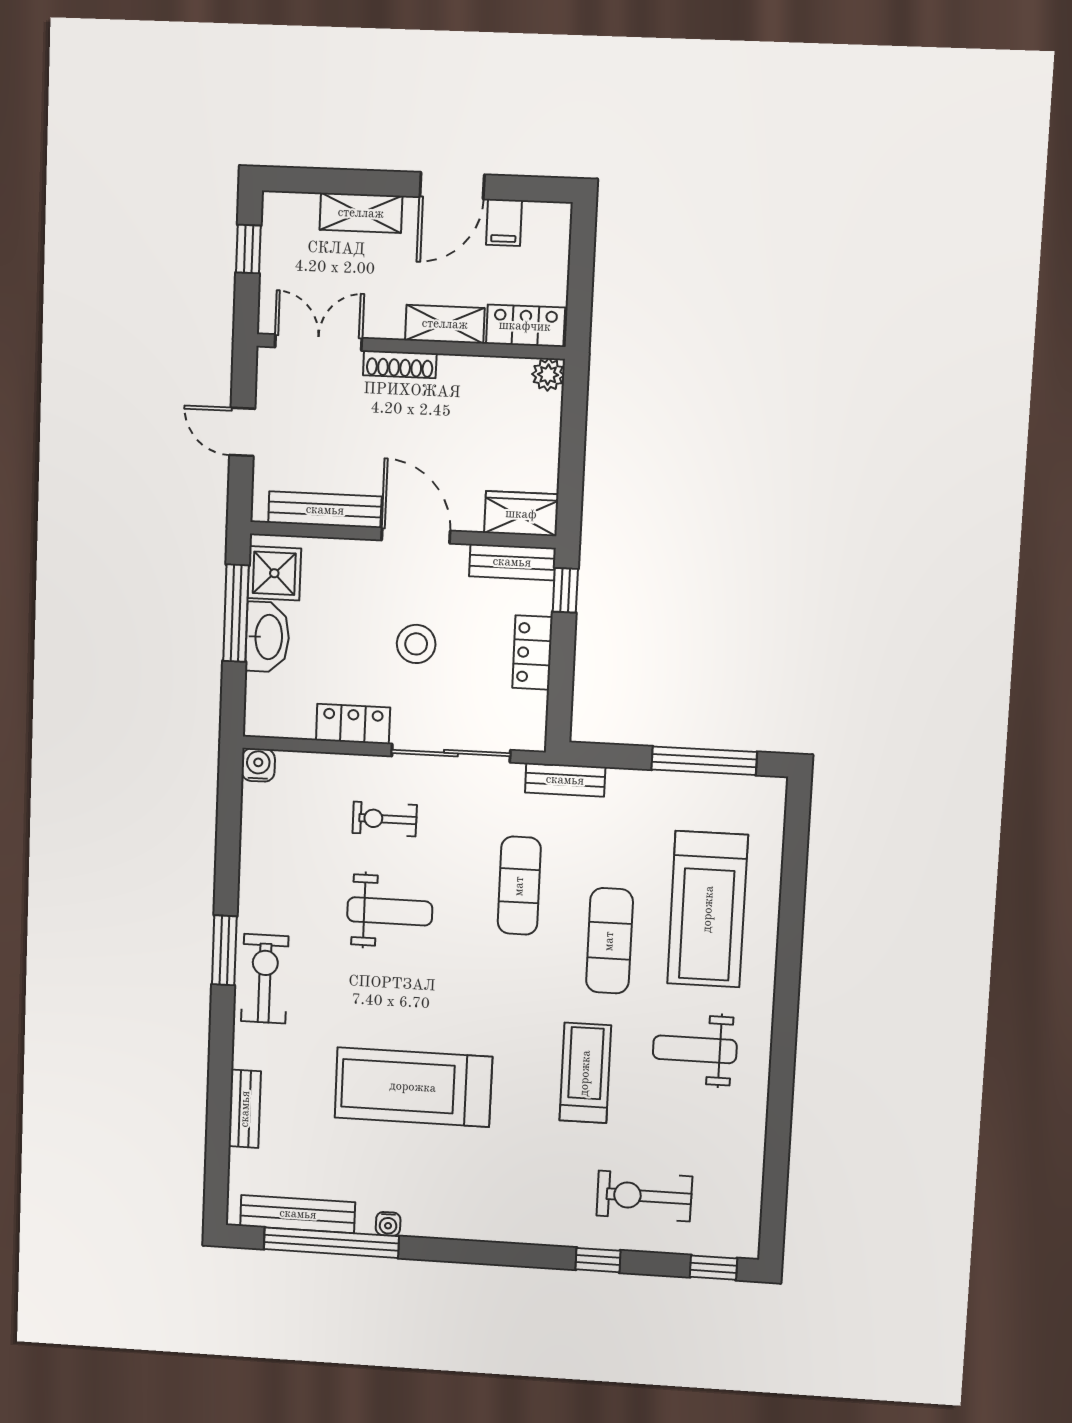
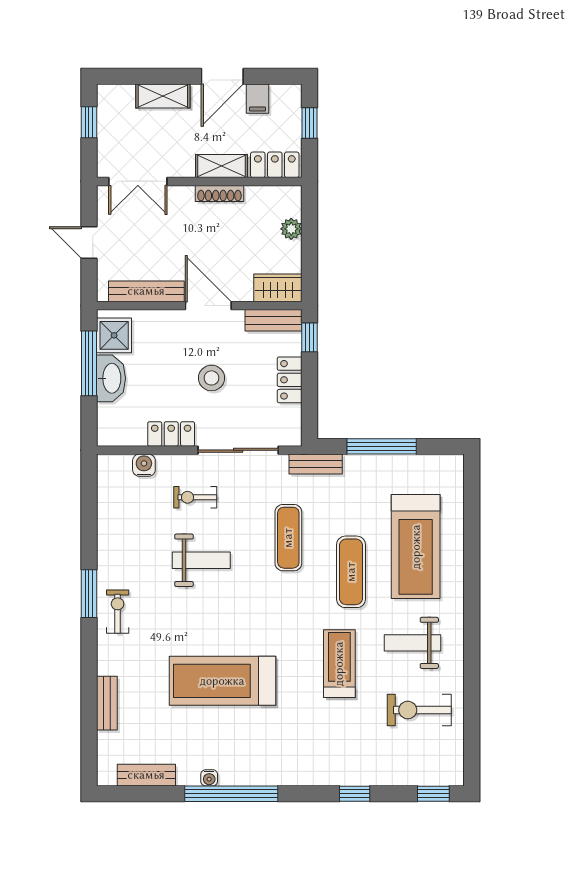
window: (581, 263) -> (310, 123), added
double door: (318, 343) -> (138, 181), swing flipped
shoe rack: (400, 364) -> (219, 193), moved
plant: (548, 375) -> (291, 229), moved
window: (704, 761) -> (382, 446), moved
water cooler: (258, 765) -> (144, 465), moved
exercise bike: (265, 979) -> (118, 612), width x0.73, depth x0.72
exercise bike: (644, 1196) -> (419, 710), moved
bench: (298, 1214) -> (146, 775), width x0.73
window: (331, 1243) -> (231, 794), moved

